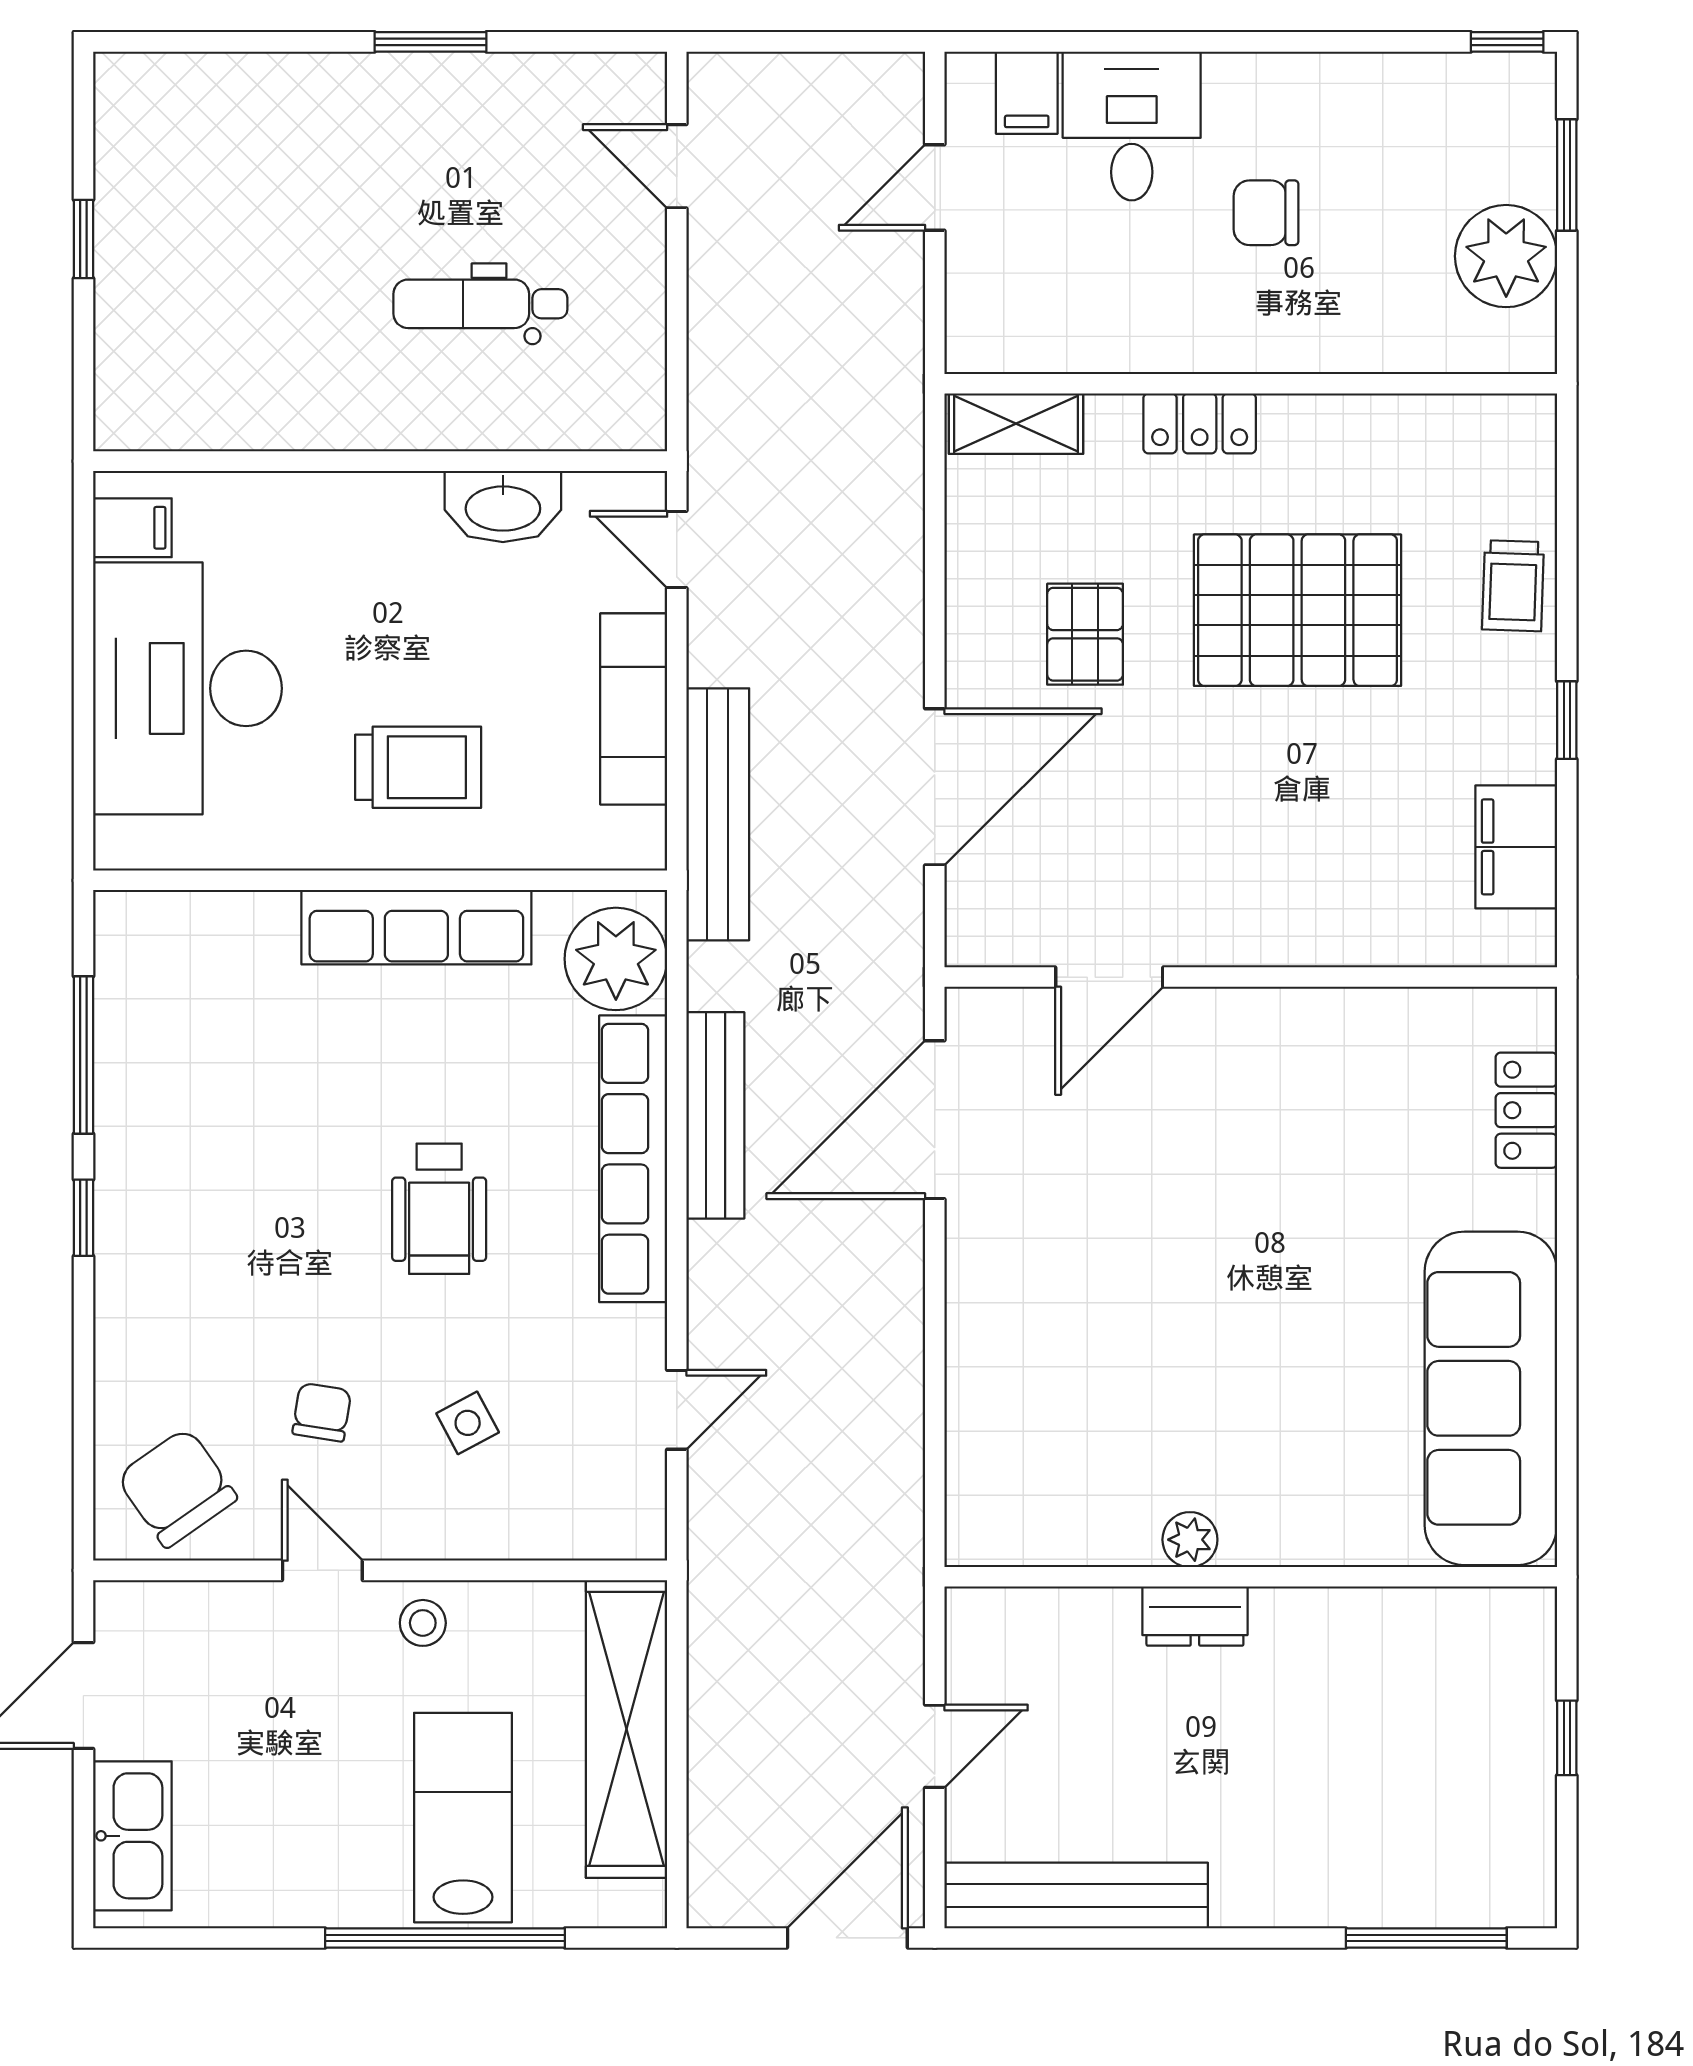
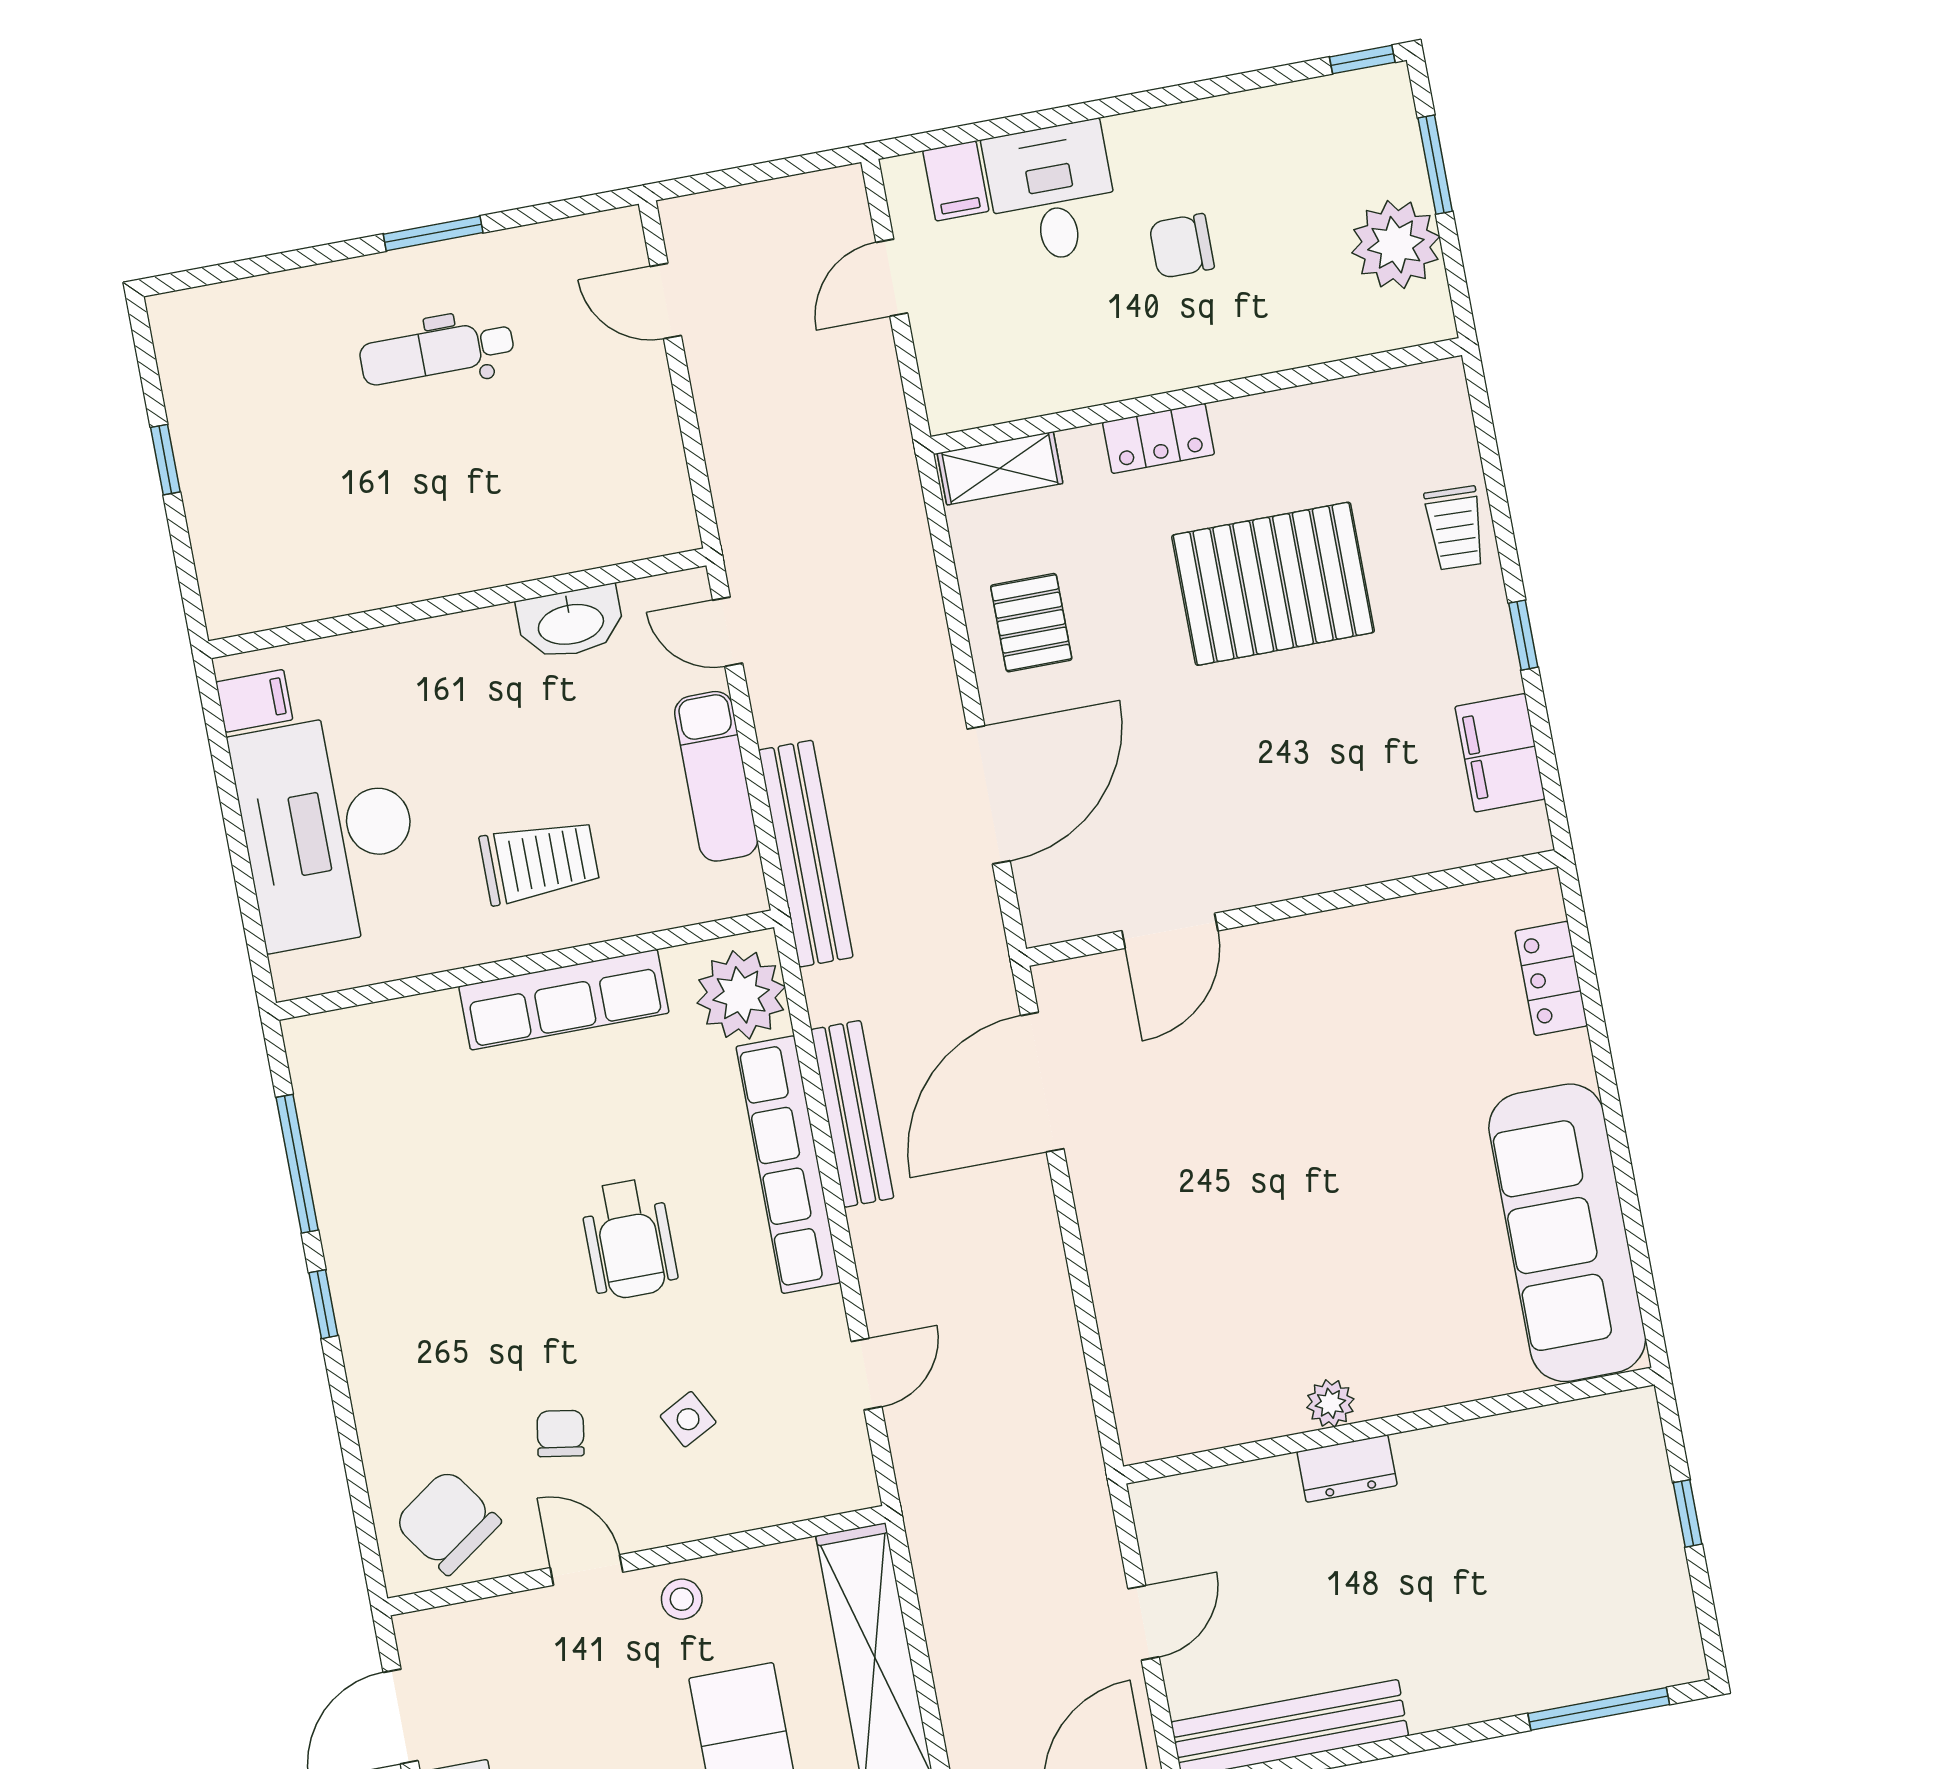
dental chair: (480, 304) -> (437, 352), moved
pallet: (1085, 634) -> (1031, 623), moved

